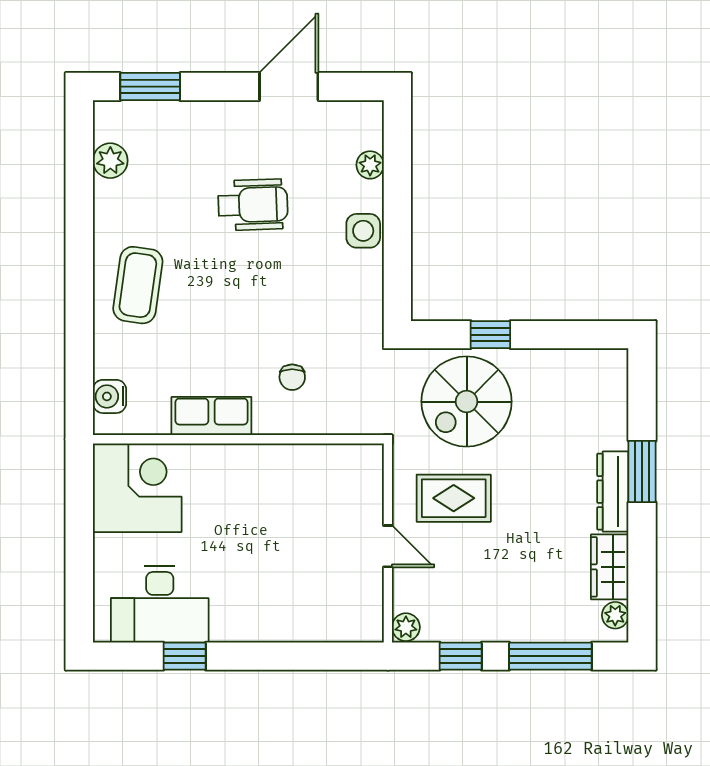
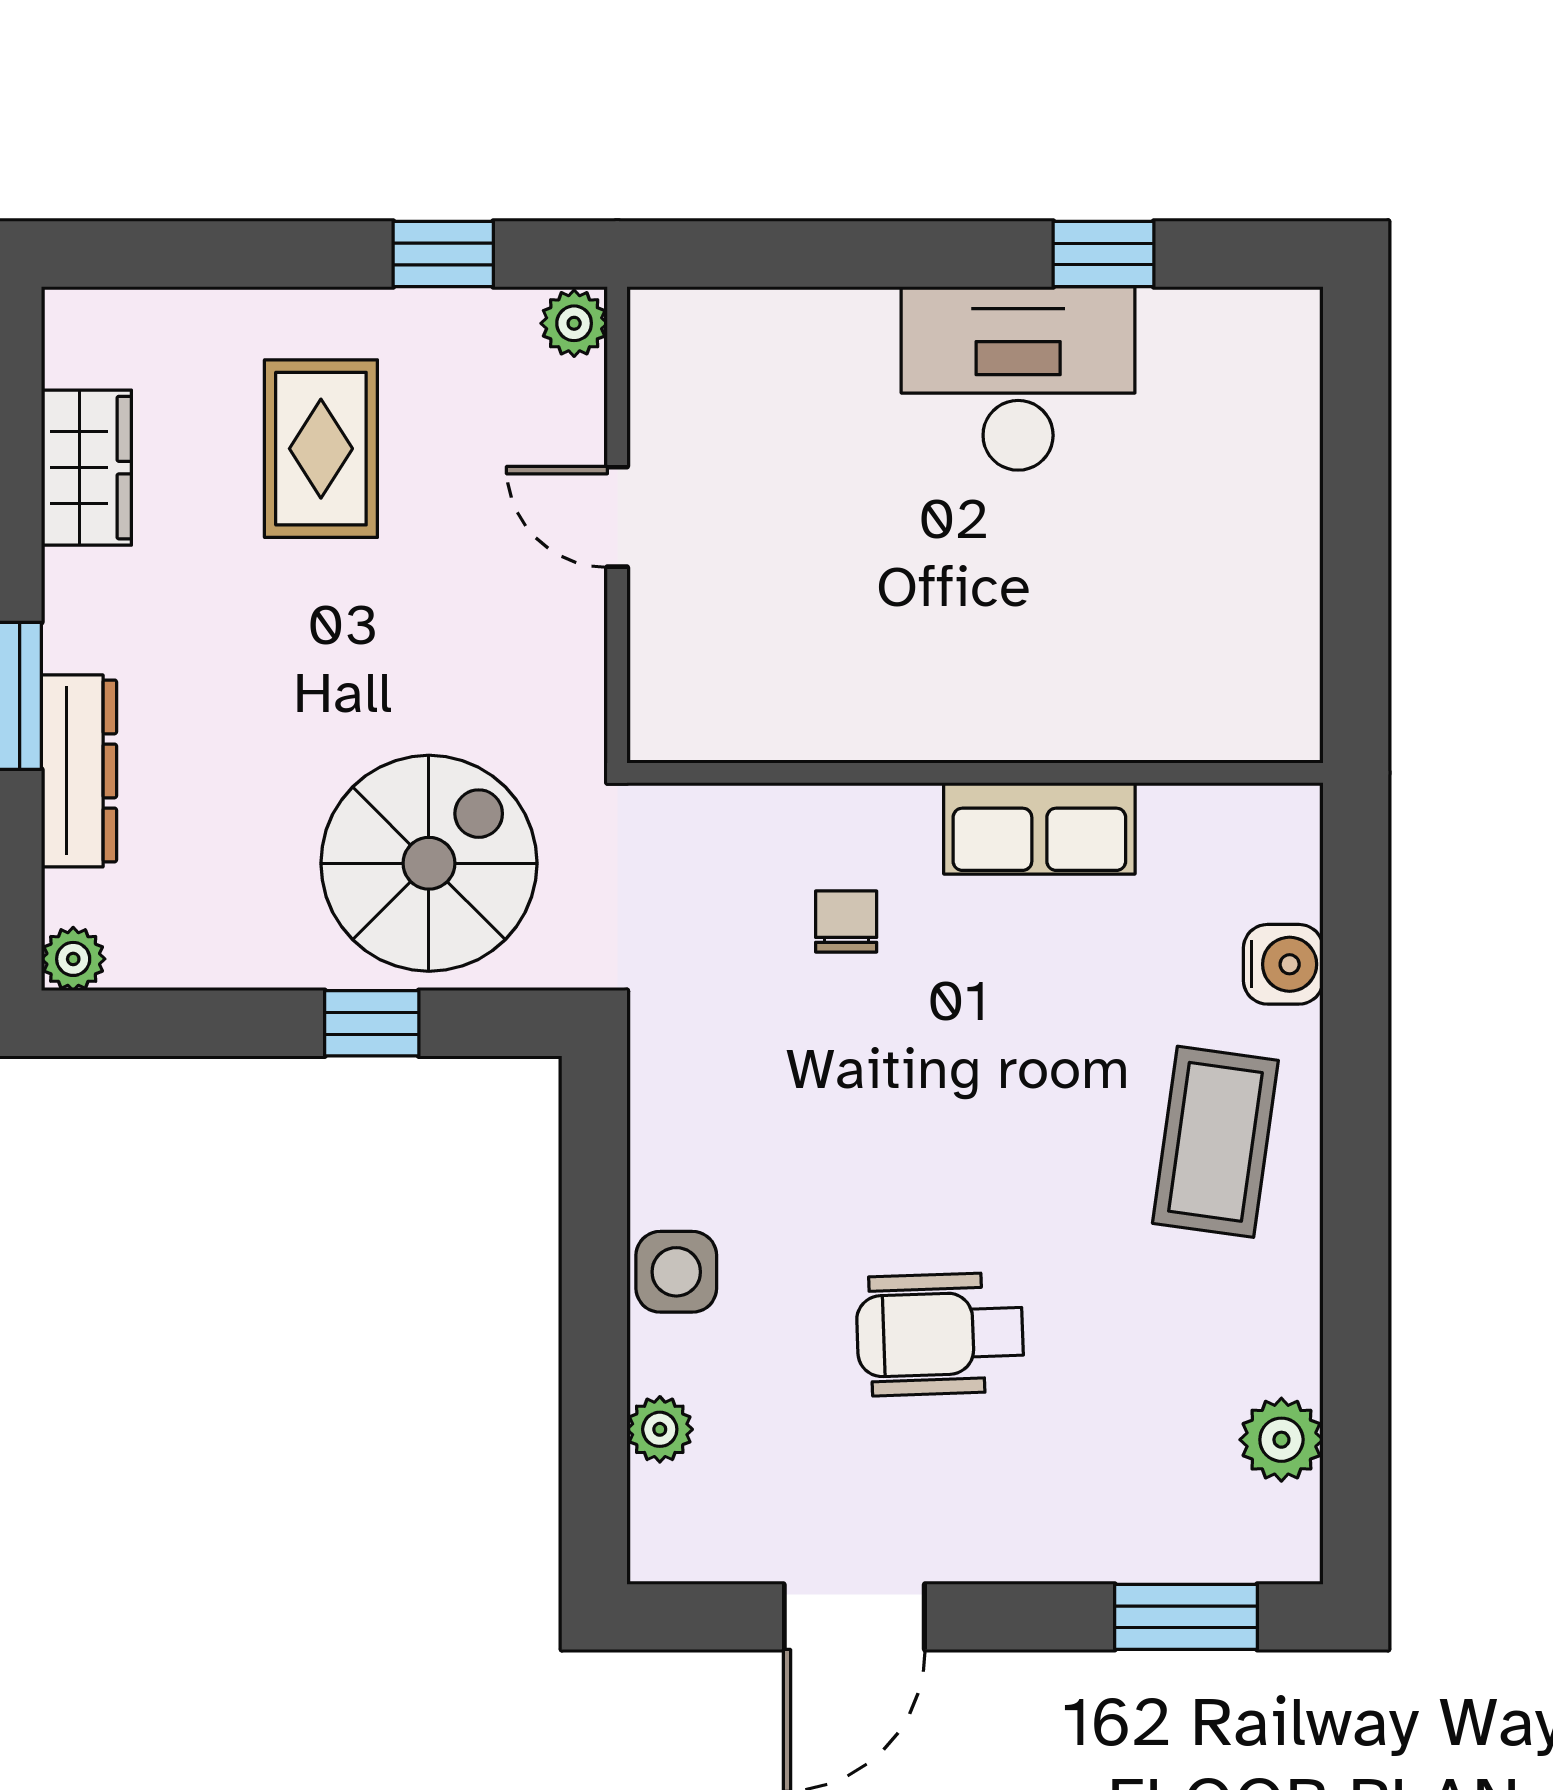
water cooler: (110, 396) -> (1283, 964), moved
corner desk: (137, 488) -> (1217, 657), removed
dresser: (613, 492) -> (79, 771), moved
rug: (454, 498) -> (321, 449), moved, turned 90
desk: (160, 604) -> (1018, 378), moved
plant: (615, 615) -> (73, 959), moved
window: (550, 656) -> (228, 254), removed

